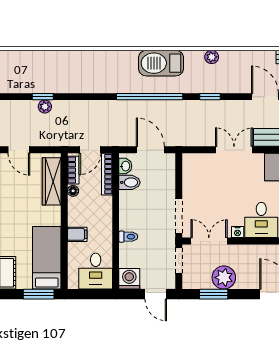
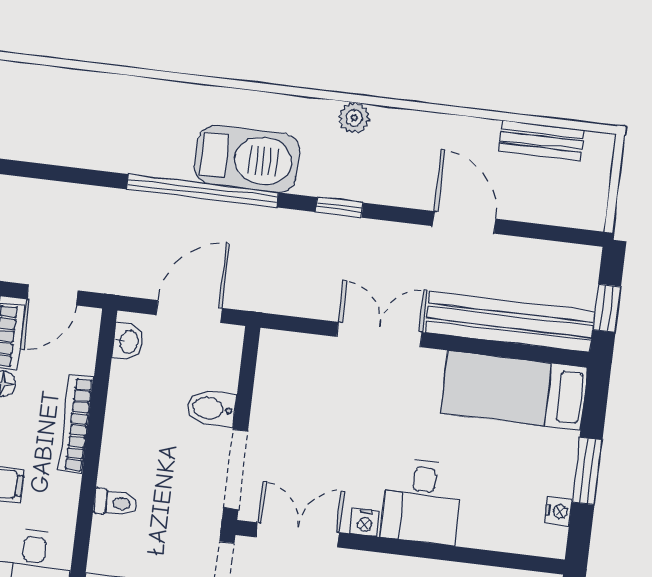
barbecue: (161, 63) -> (247, 159), moved, turned 180
door: (150, 150) -> (189, 311), hinge flipped
bookcase: (107, 174) -> (76, 424), moved
bidet: (129, 182) -> (211, 409), moved, turned 180

